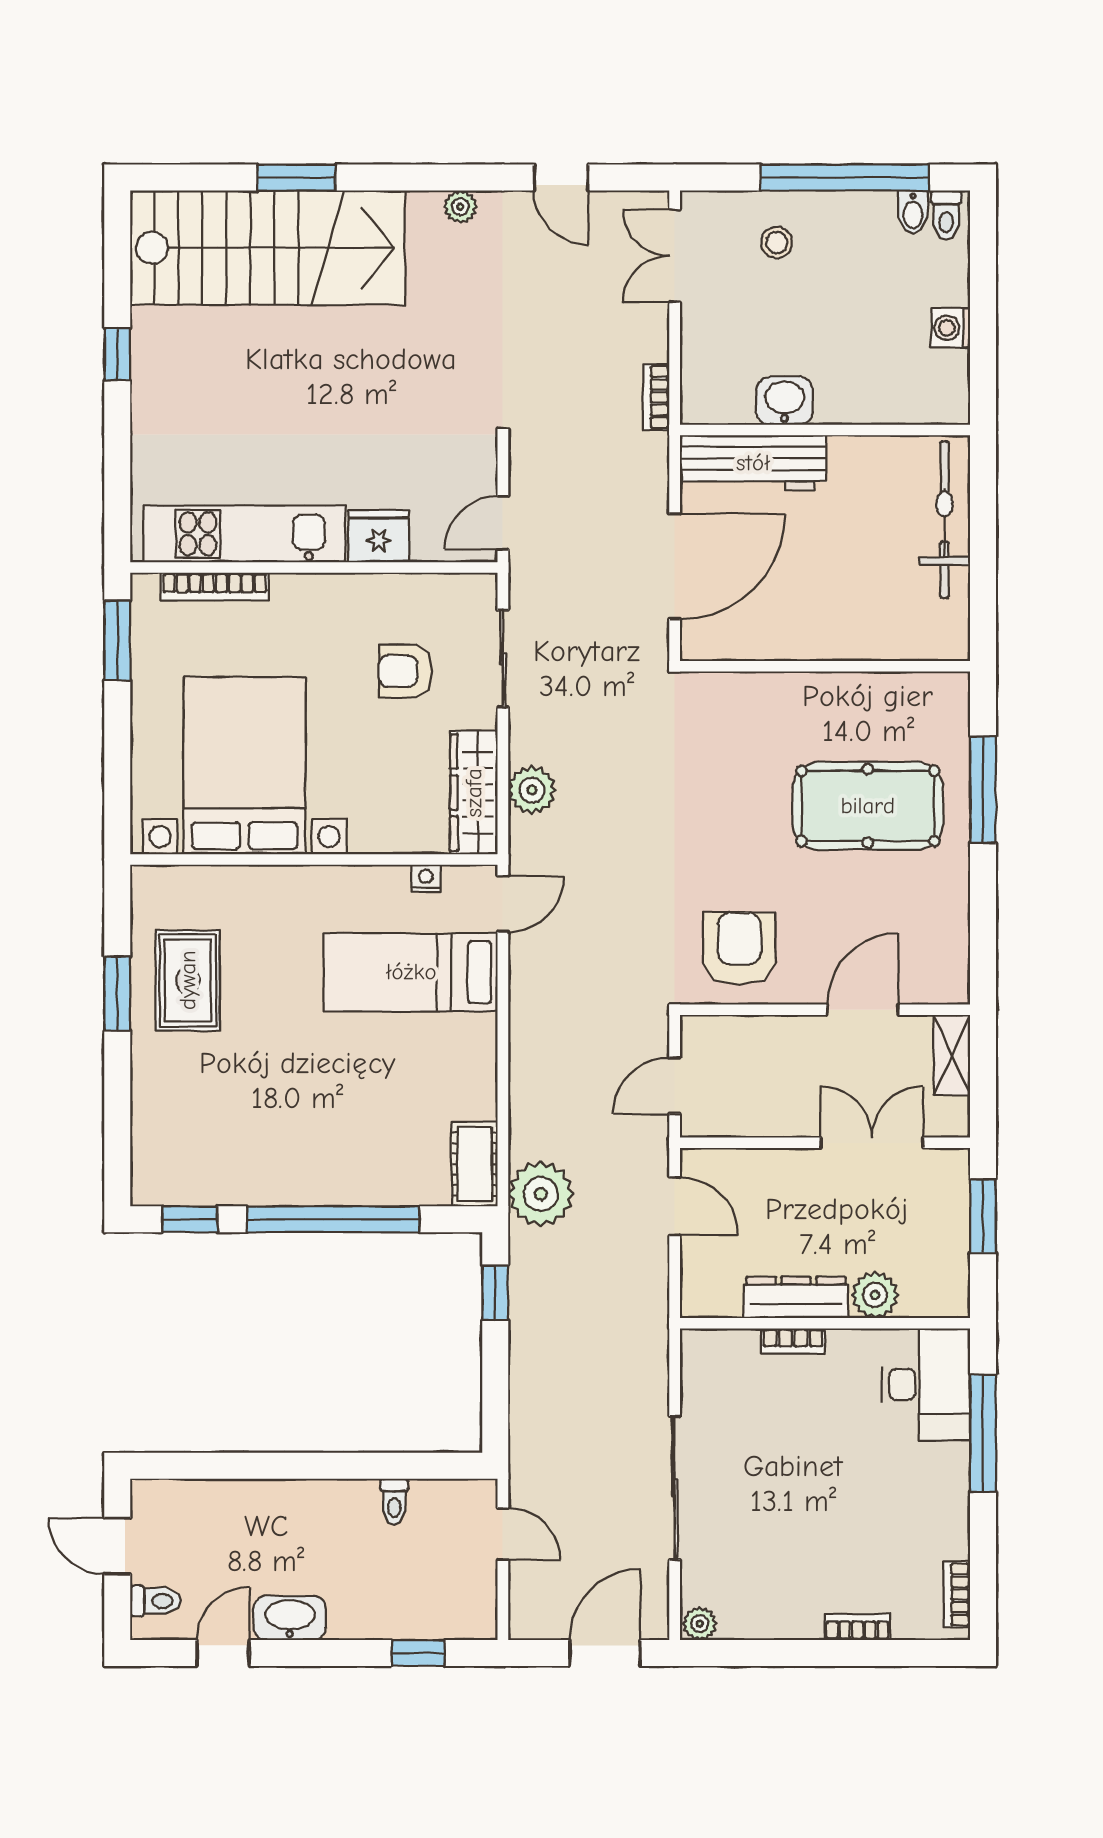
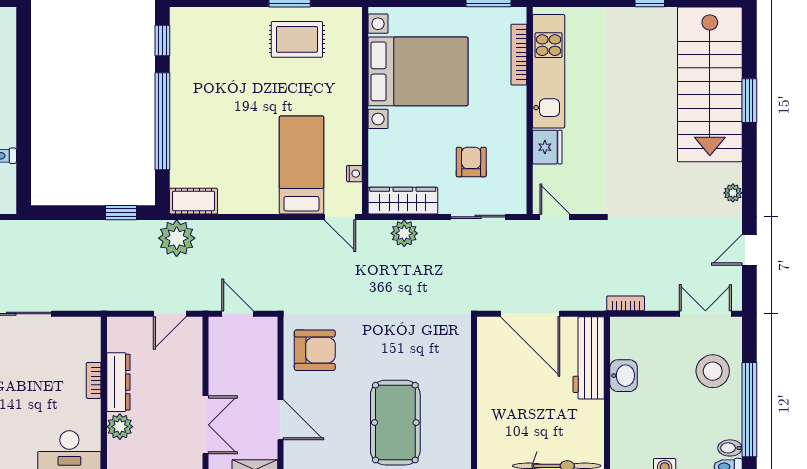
stool: (777, 243) -> (713, 371), width x1.89, depth x1.89

